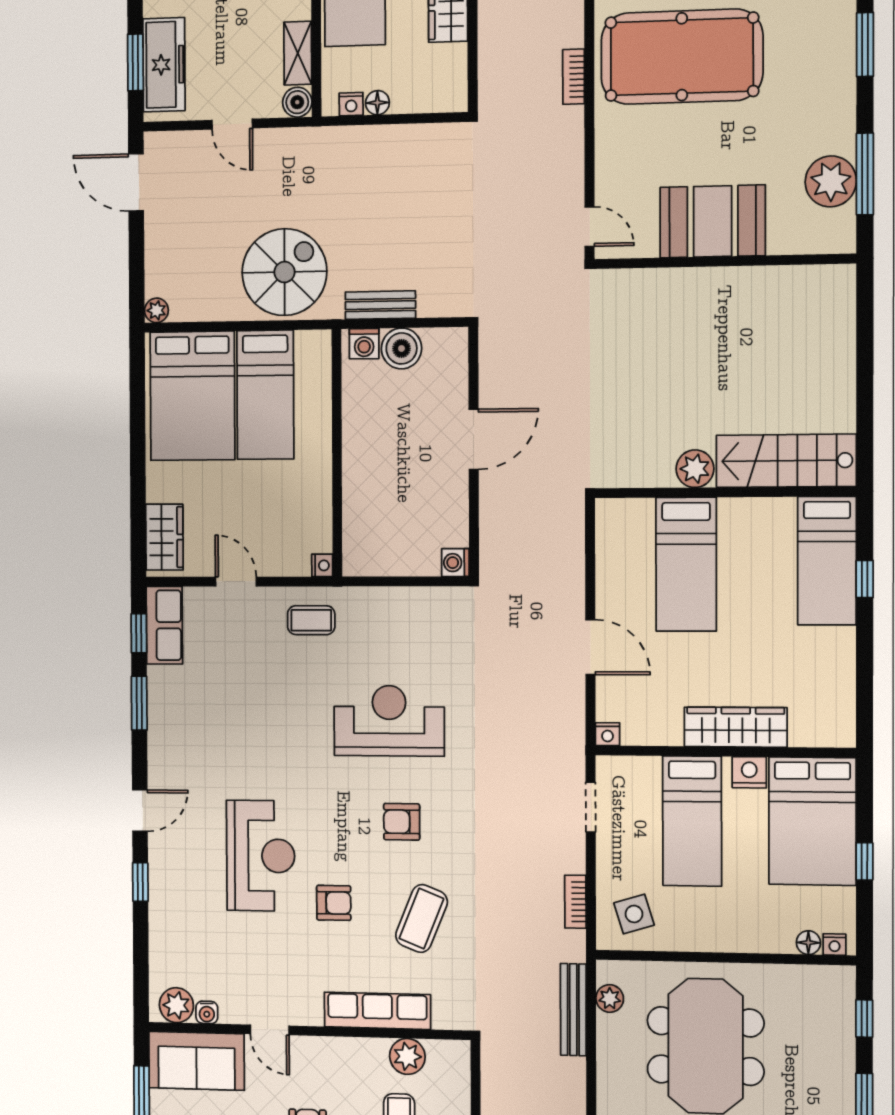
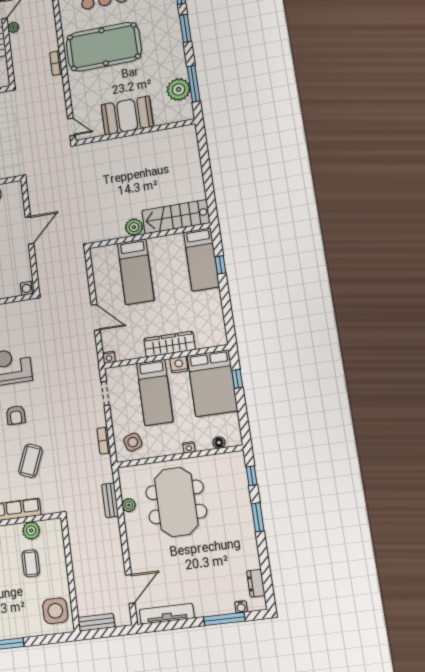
armchair: (402, 822) -> (16, 415), turned -90
window: (864, 861) -> (237, 379), moved
nightstand: (835, 944) -> (189, 447), moved
plant: (610, 998) -> (129, 505), moved
bench: (573, 1010) -> (110, 500), width x0.73

